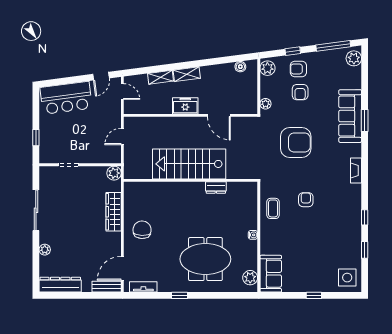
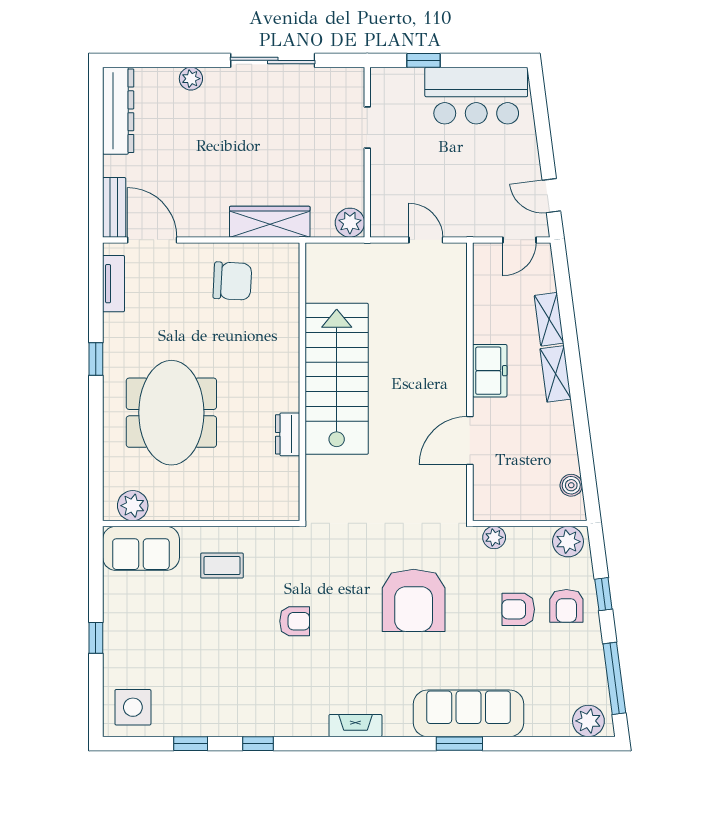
armchair: (298, 69) -> (566, 606), turned 180
bar counter: (66, 98) -> (476, 96), moved, turned -83
stairs: (189, 164) -> (337, 379), moved
wall: (191, 180) -> (302, 382), moved
dresser: (216, 187) -> (288, 434), moved
coffee table: (273, 208) -> (222, 566), moved
water cooler: (253, 235) -> (222, 511), removed

